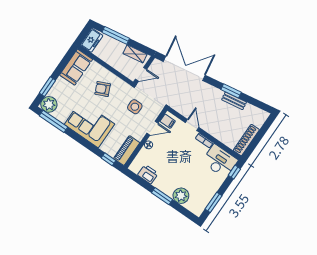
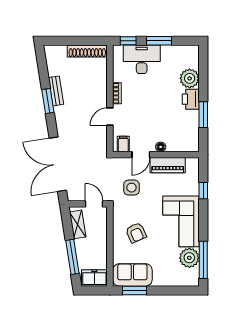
window: (47, 87) -> (134, 290), moved
plant: (49, 104) -> (189, 258), moved
door: (152, 128) -> (141, 155), swing flipped
piano: (127, 151) -> (168, 165), moved
window: (109, 159) -> (203, 191), moved
desk: (220, 161) -> (142, 59), moved, turned 90
printer: (148, 174) -> (191, 99), moved
window: (162, 196) -> (203, 115), moved
window: (213, 202) -> (159, 41), moved

